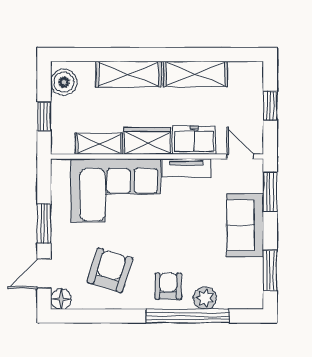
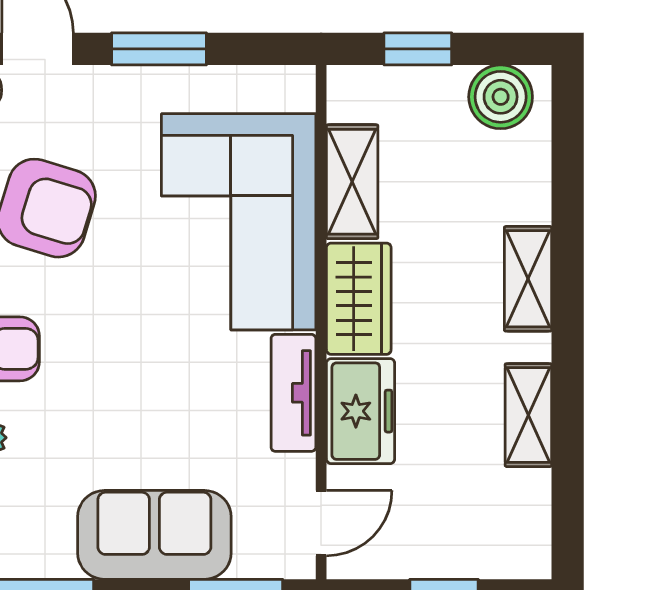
shelving: (128, 74) -> (528, 279), width x0.67, depth x0.75
shelving: (196, 74) -> (528, 415), width x0.67, depth x0.75

